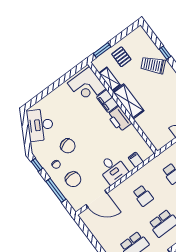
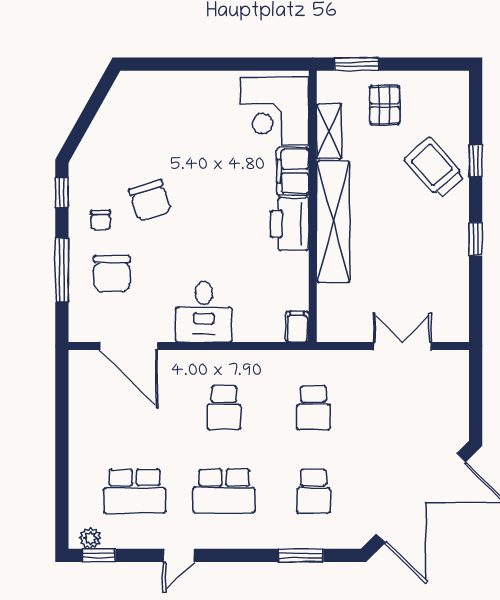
shelving: (128, 101) -> (333, 222), width x1.47
desk: (40, 125) -> (127, 120), removed
filing cabinet: (136, 160) -> (297, 327), moved

